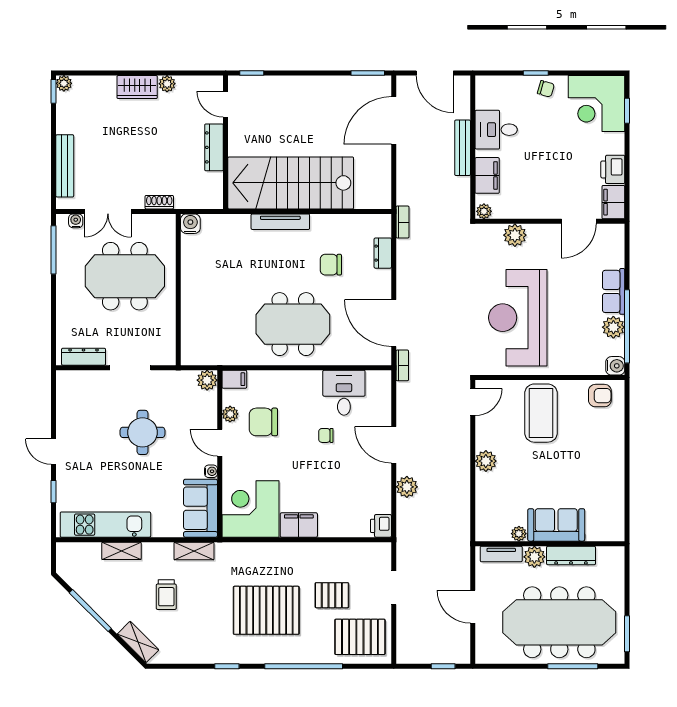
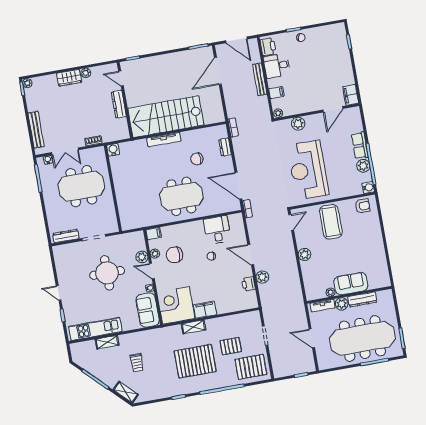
corner desk: (596, 104) -> (331, 41), removed
printer: (613, 169) -> (268, 47), moved, turned 180
filing cabinet: (487, 175) -> (276, 93), width x0.50
plant: (207, 380) -> (142, 257), moved
round table: (143, 432) -> (107, 273), width x1.36, depth x1.36
printer: (381, 526) -> (248, 284), moved
shelving: (194, 551) -> (194, 327), moved

